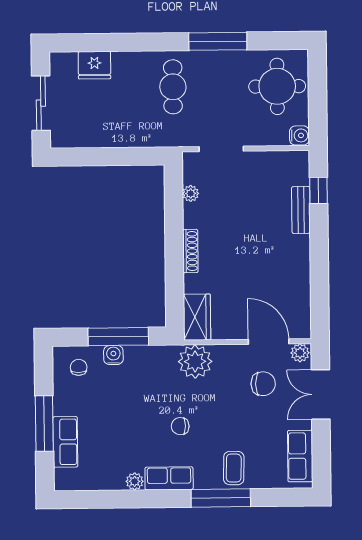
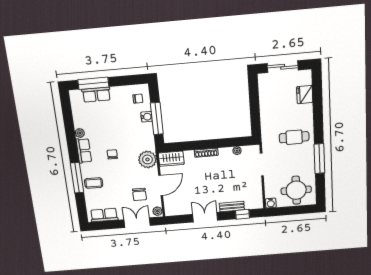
double door: (319, 262) -> (205, 217), added
door: (269, 342) -> (161, 185), moved
window: (44, 424) -> (93, 83), moved

